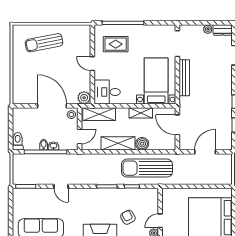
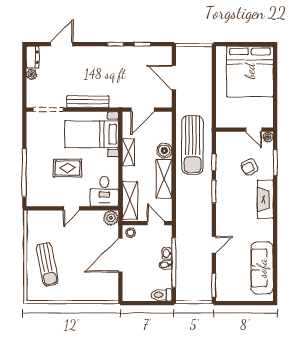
rug: (116, 44) -> (68, 168), moved, turned 90

